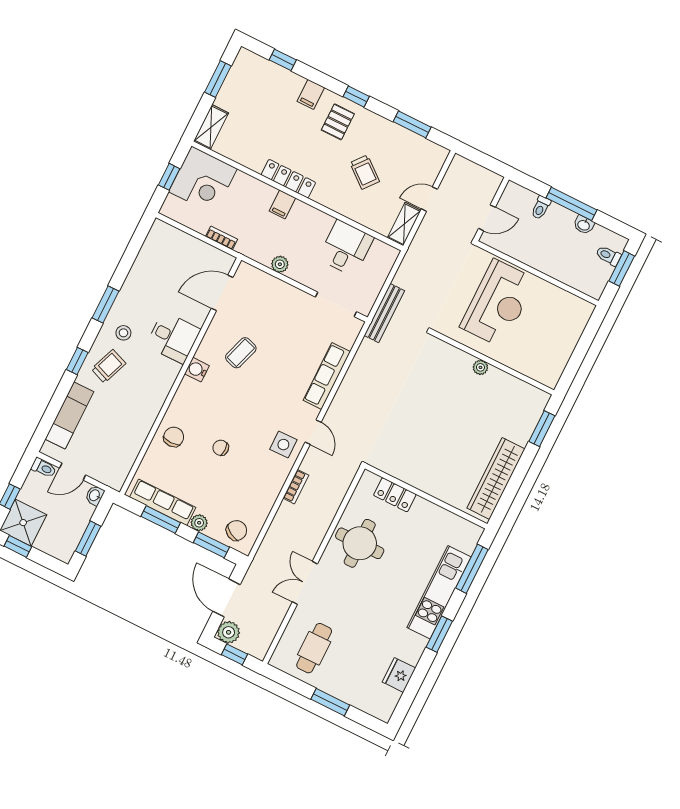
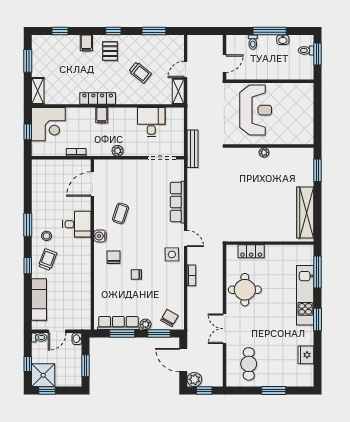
chair: (174, 437) -> (114, 257), moved

